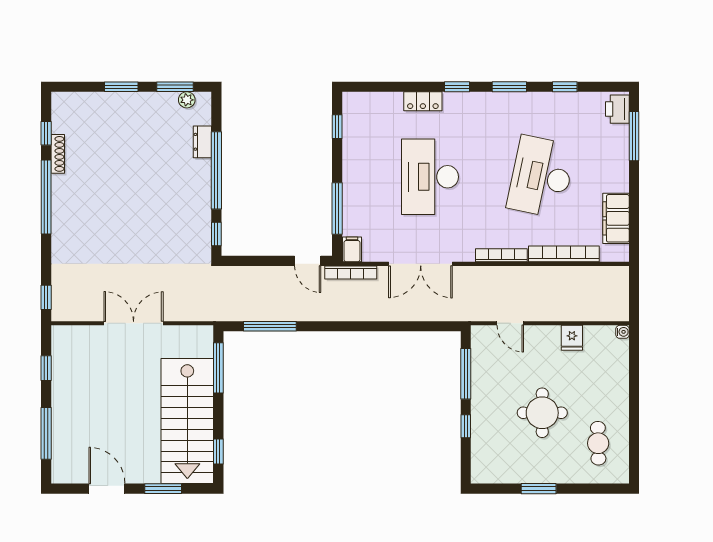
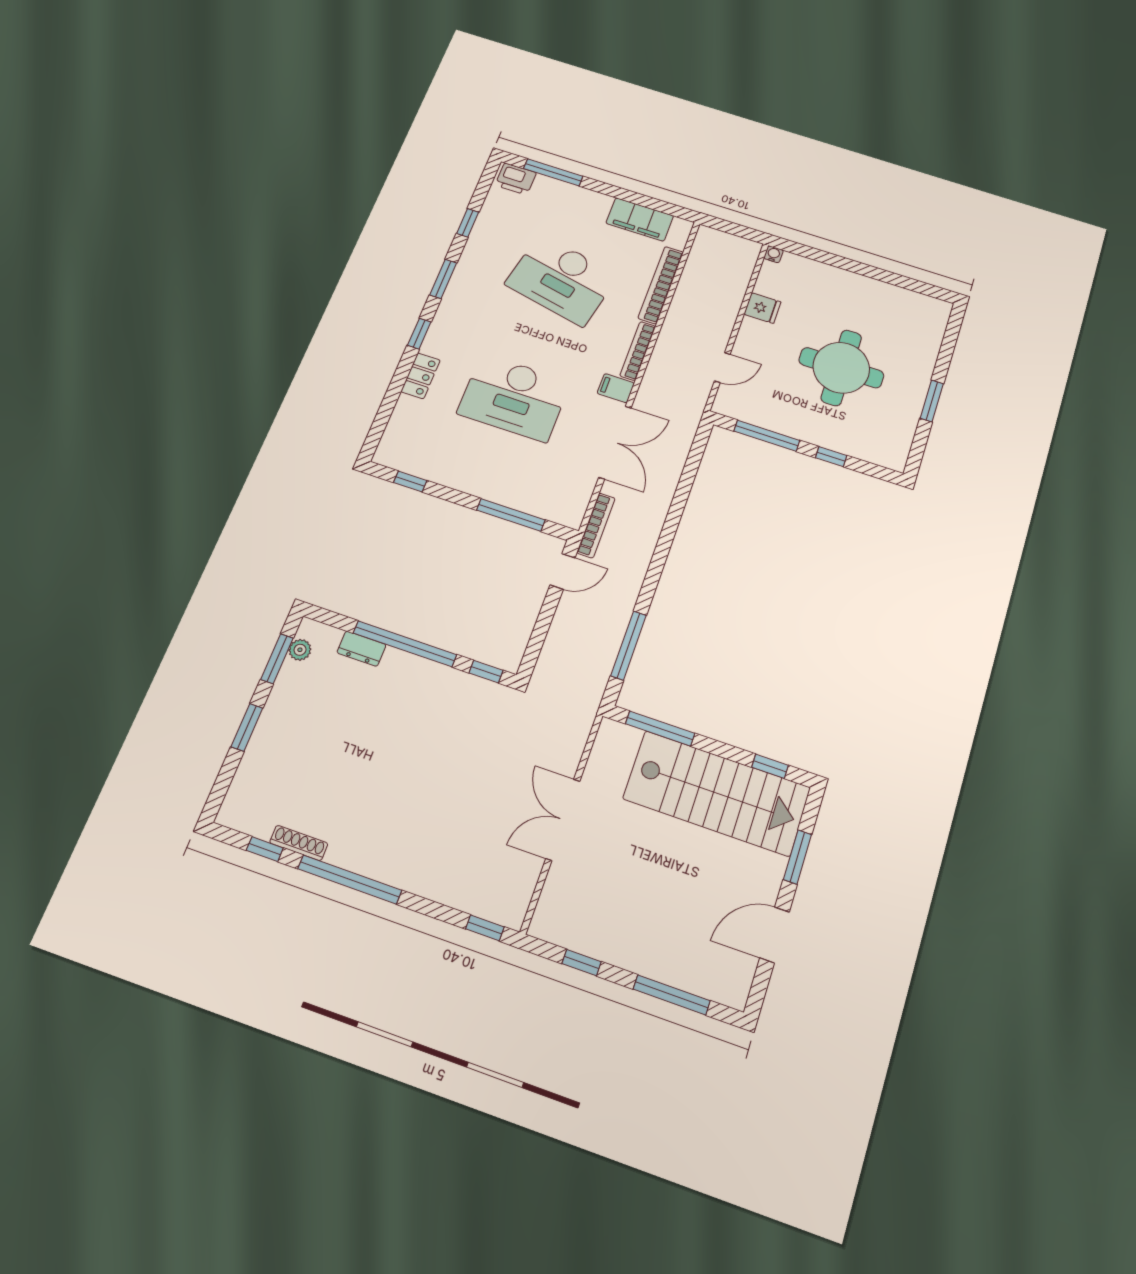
filing cabinet: (352, 249) -> (616, 388), moved
round table: (542, 413) -> (841, 368), width x1.36, depth x1.36
cafe table: (598, 443) -> (896, 320), removed

